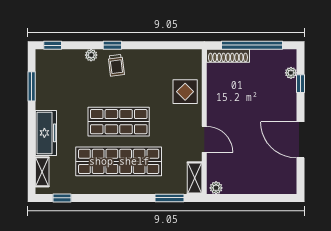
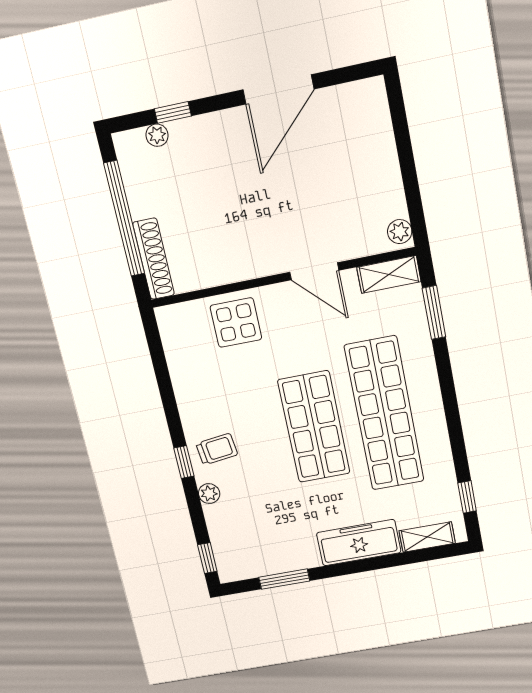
door: (204, 139) -> (314, 271), swing flipped

